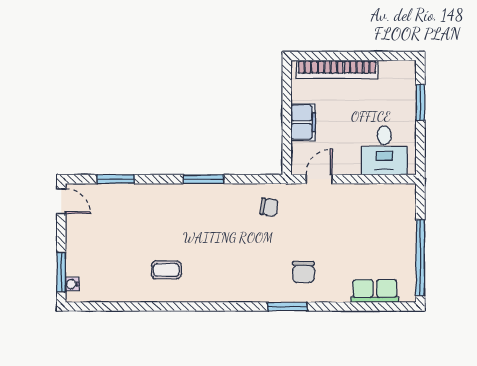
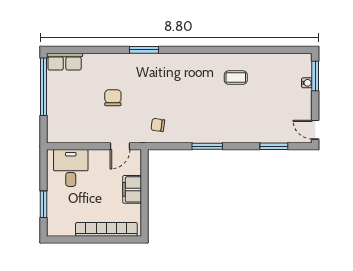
chair: (303, 272) -> (113, 98), moved
water cooler: (72, 284) -> (307, 83), moved
row of seats: (375, 291) -> (65, 62), moved

